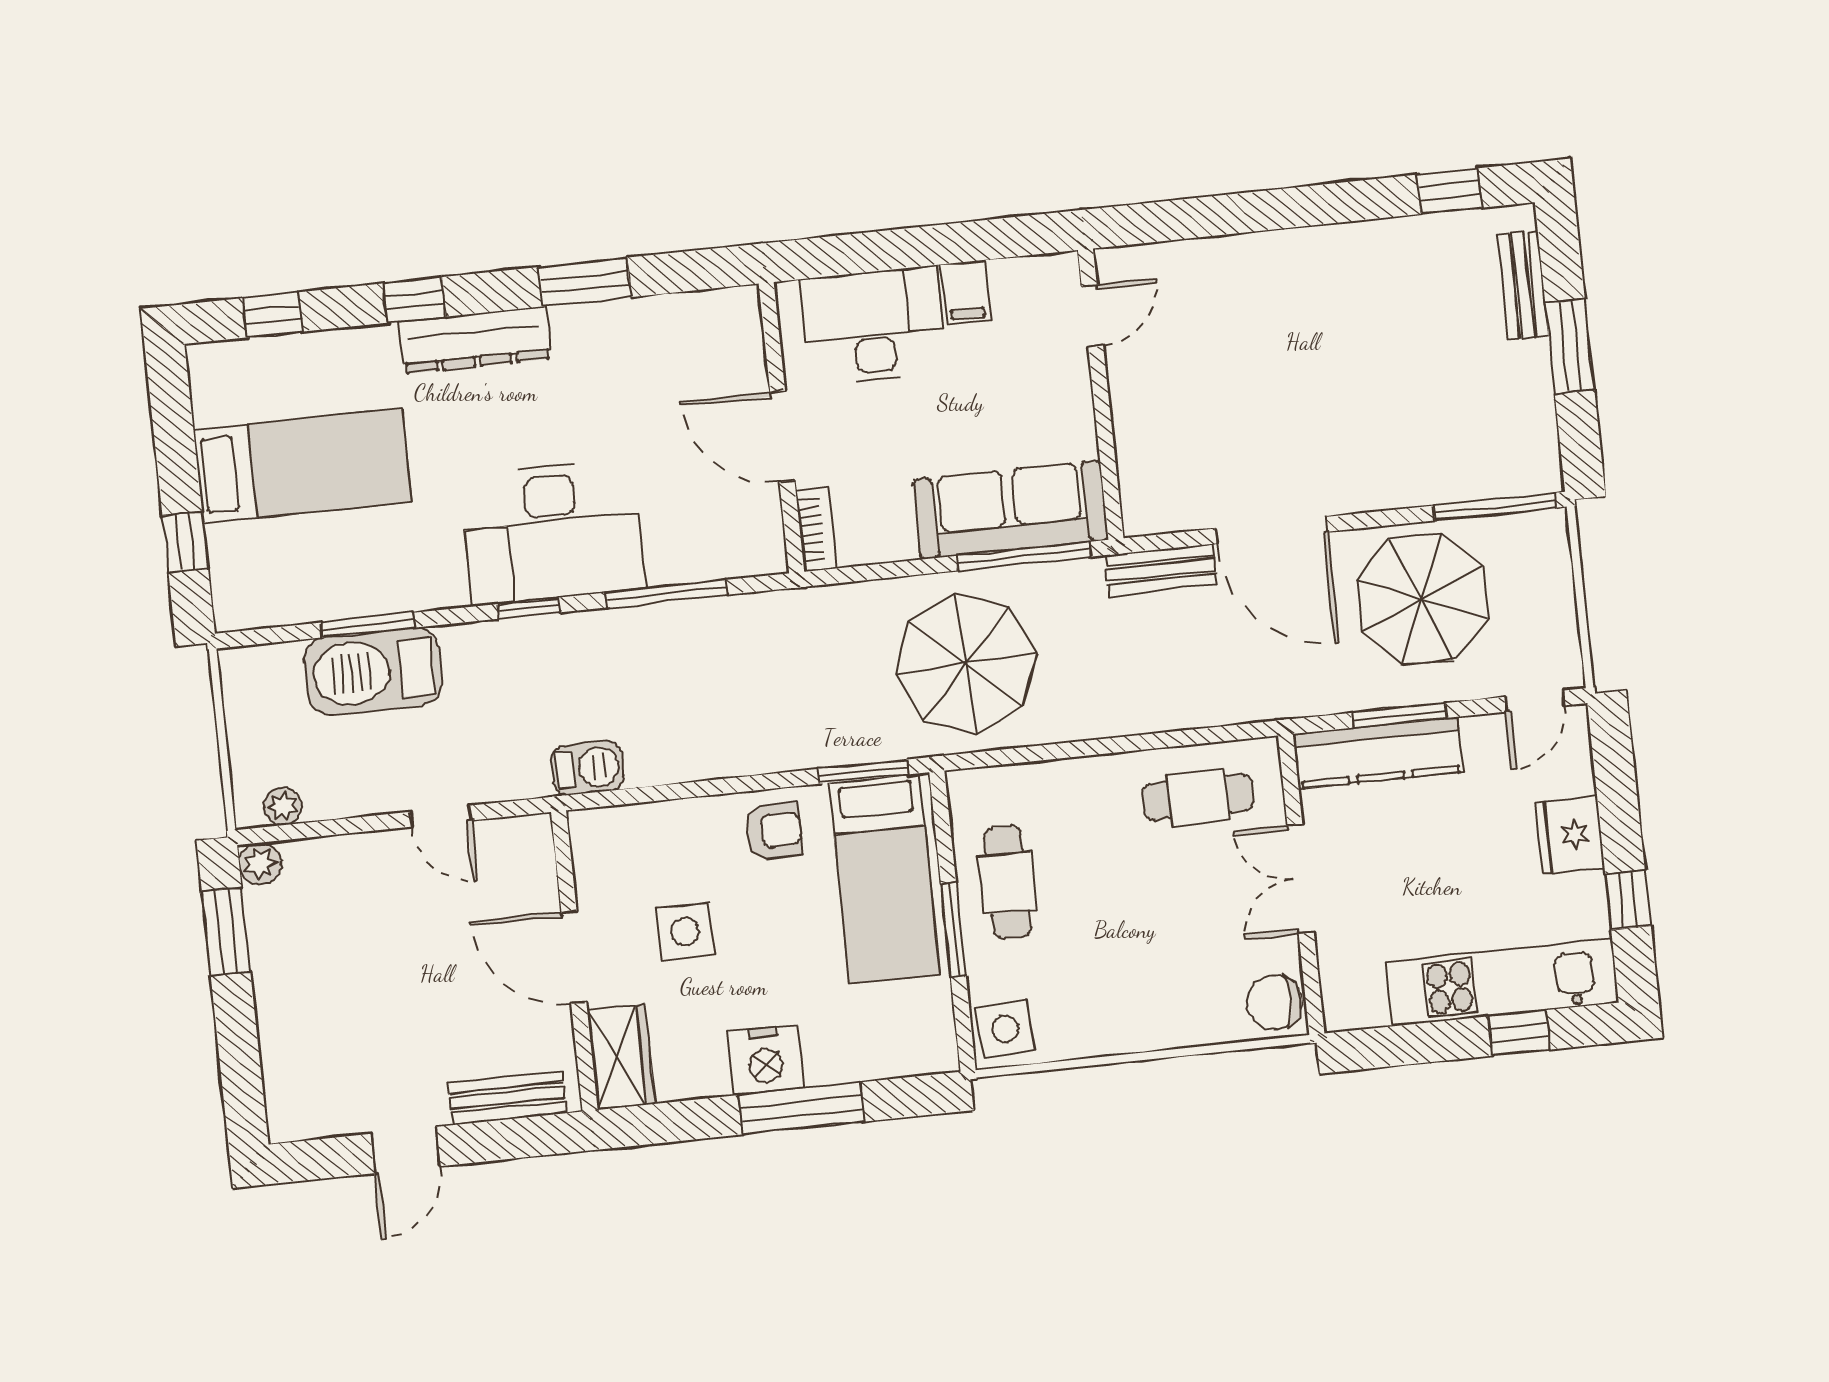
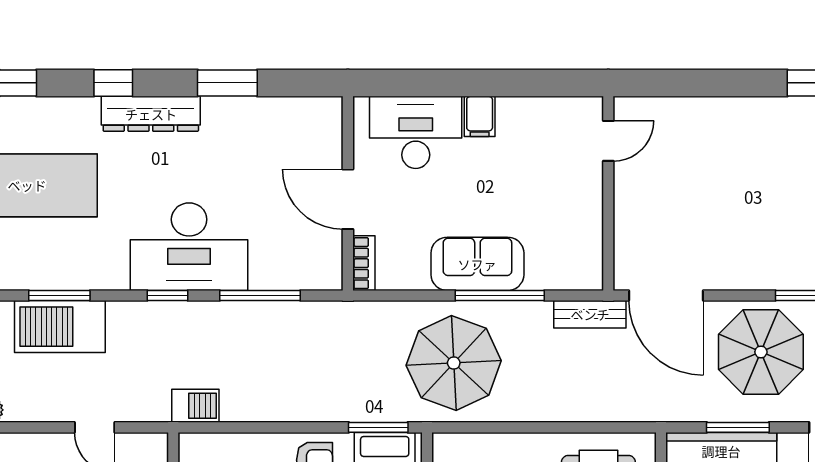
door: (1092, 316) -> (608, 141), moved
wall: (1101, 394) -> (608, 193), moved
sofa: (1010, 510) -> (477, 264), width x0.73

